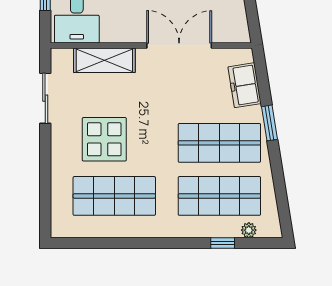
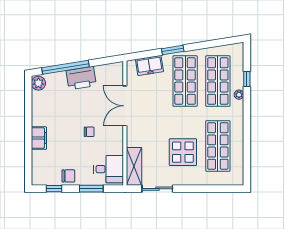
shelving: (104, 60) -> (134, 166), moved
plant: (249, 230) -> (239, 95), moved

